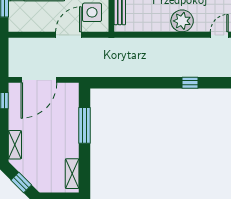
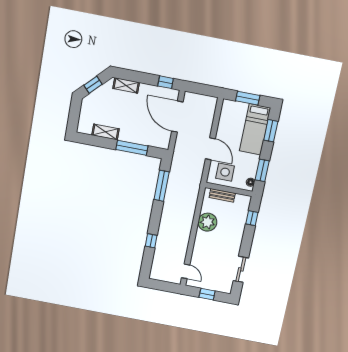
plant: (182, 21) -> (207, 222), moved
window: (122, 83) -> (162, 186), added
shelving: (72, 174) -> (105, 132), moved

